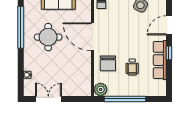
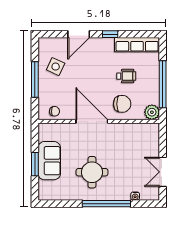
door: (169, 25) -> (79, 34), hinge flipped
window: (21, 27) -> (106, 204), moved
door: (93, 37) -> (92, 121), swing flipped
row of seats: (160, 60) -> (137, 45), moved

